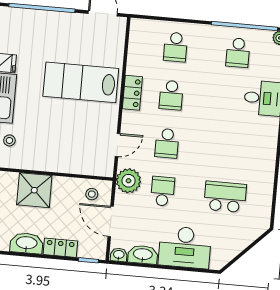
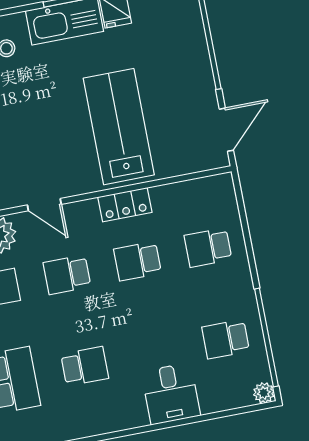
school desk: (229, 149) -> (85, 366), added

